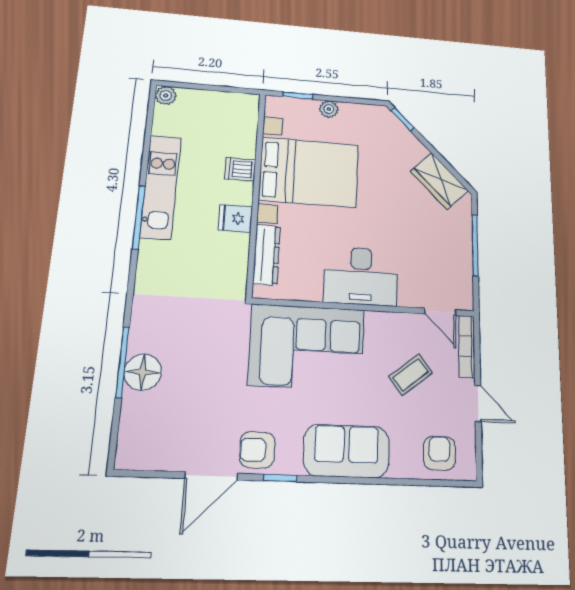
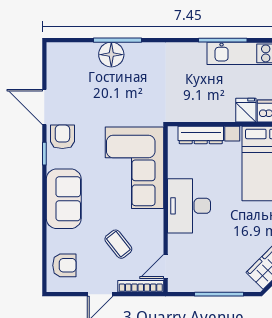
fridge: (235, 219) -> (246, 110), moved

